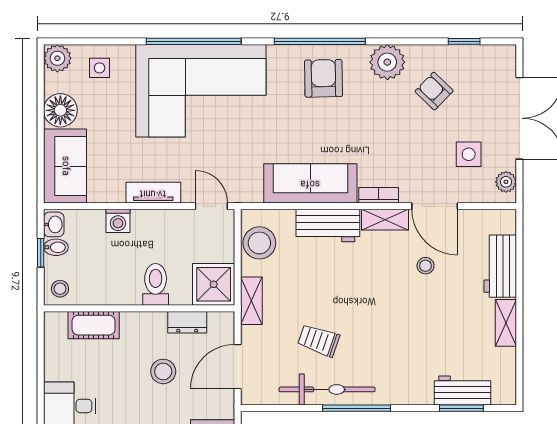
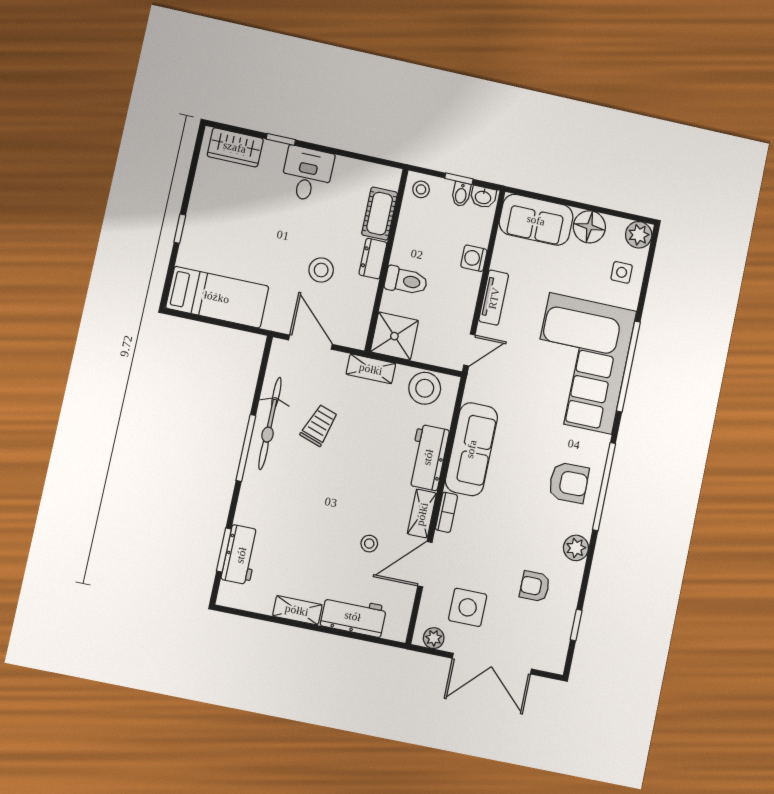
plant: (387, 62) -> (576, 548), width x0.73, depth x0.73
armchair: (434, 91) -> (535, 586), turned -134
side table: (469, 154) -> (468, 607), width x1.37, depth x1.37
dresser: (187, 322) -> (373, 259), moved

